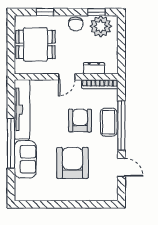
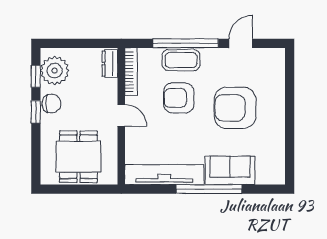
window: (45, 12) -> (36, 112), moved
dresser: (94, 68) -> (110, 64), moved

